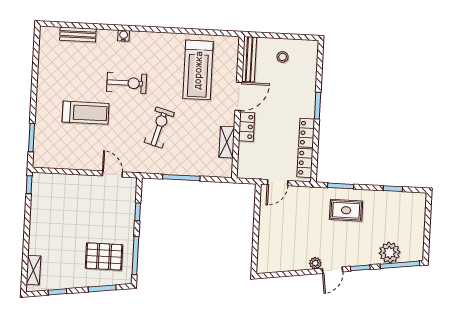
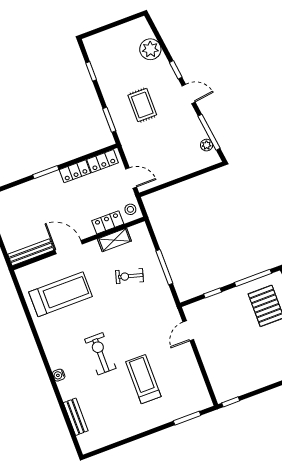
stool: (283, 57) -> (130, 209), moved
exercise bike: (159, 127) -> (130, 276), moved, width x0.73, depth x0.72
locker: (247, 127) -> (108, 222), moved
rug: (346, 210) -> (142, 105), moved
plant: (315, 263) -> (207, 145), moved
window: (400, 265) -> (209, 132), moved

